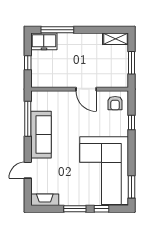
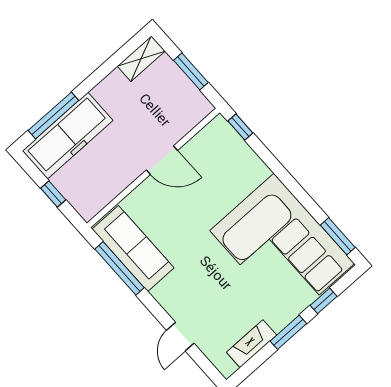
freezer: (44, 41) -> (68, 136), width x1.91, depth x1.26
armchair: (115, 103) -> (217, 144), removed
window: (132, 122) -> (240, 127), moved
sofa: (41, 135) -> (133, 248), moved
fireplace: (45, 200) -> (252, 344), moved

